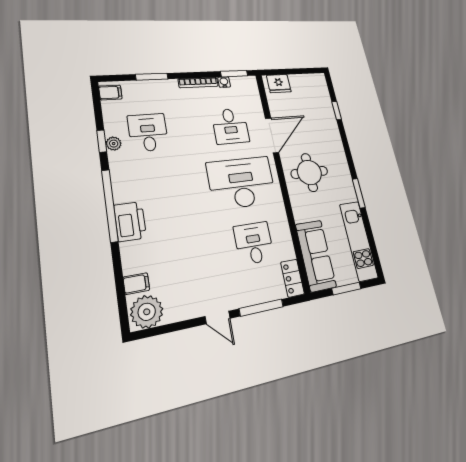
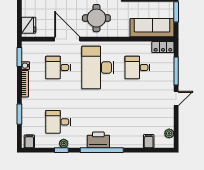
desk: (230, 126) -> (58, 68), turned 180
printer: (130, 221) -> (98, 140), moved
plant: (147, 312) -> (169, 133), width x0.53, depth x0.53

